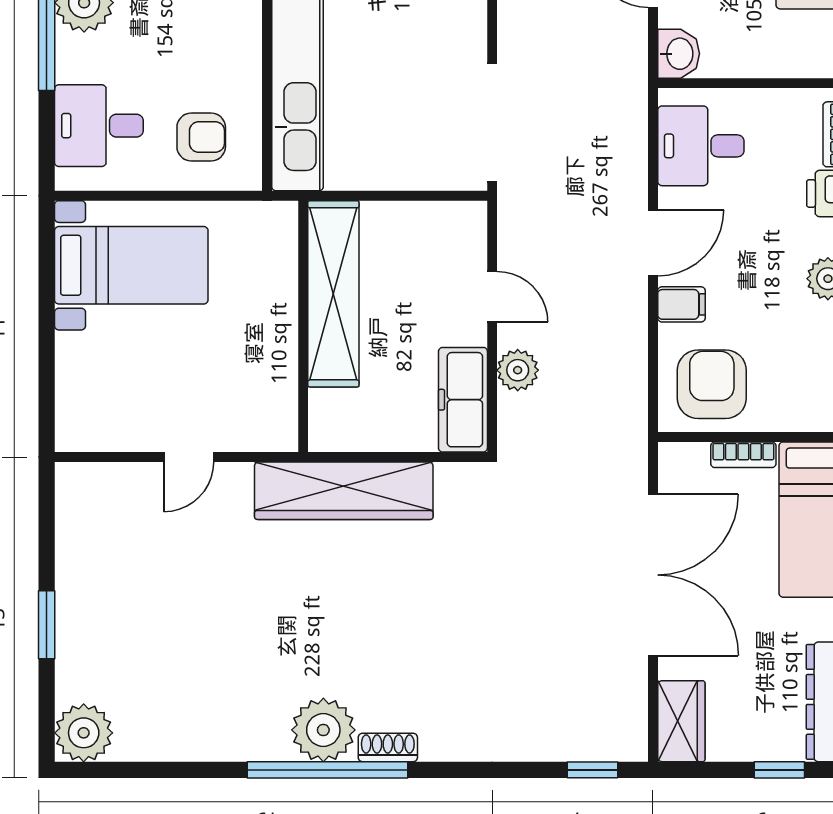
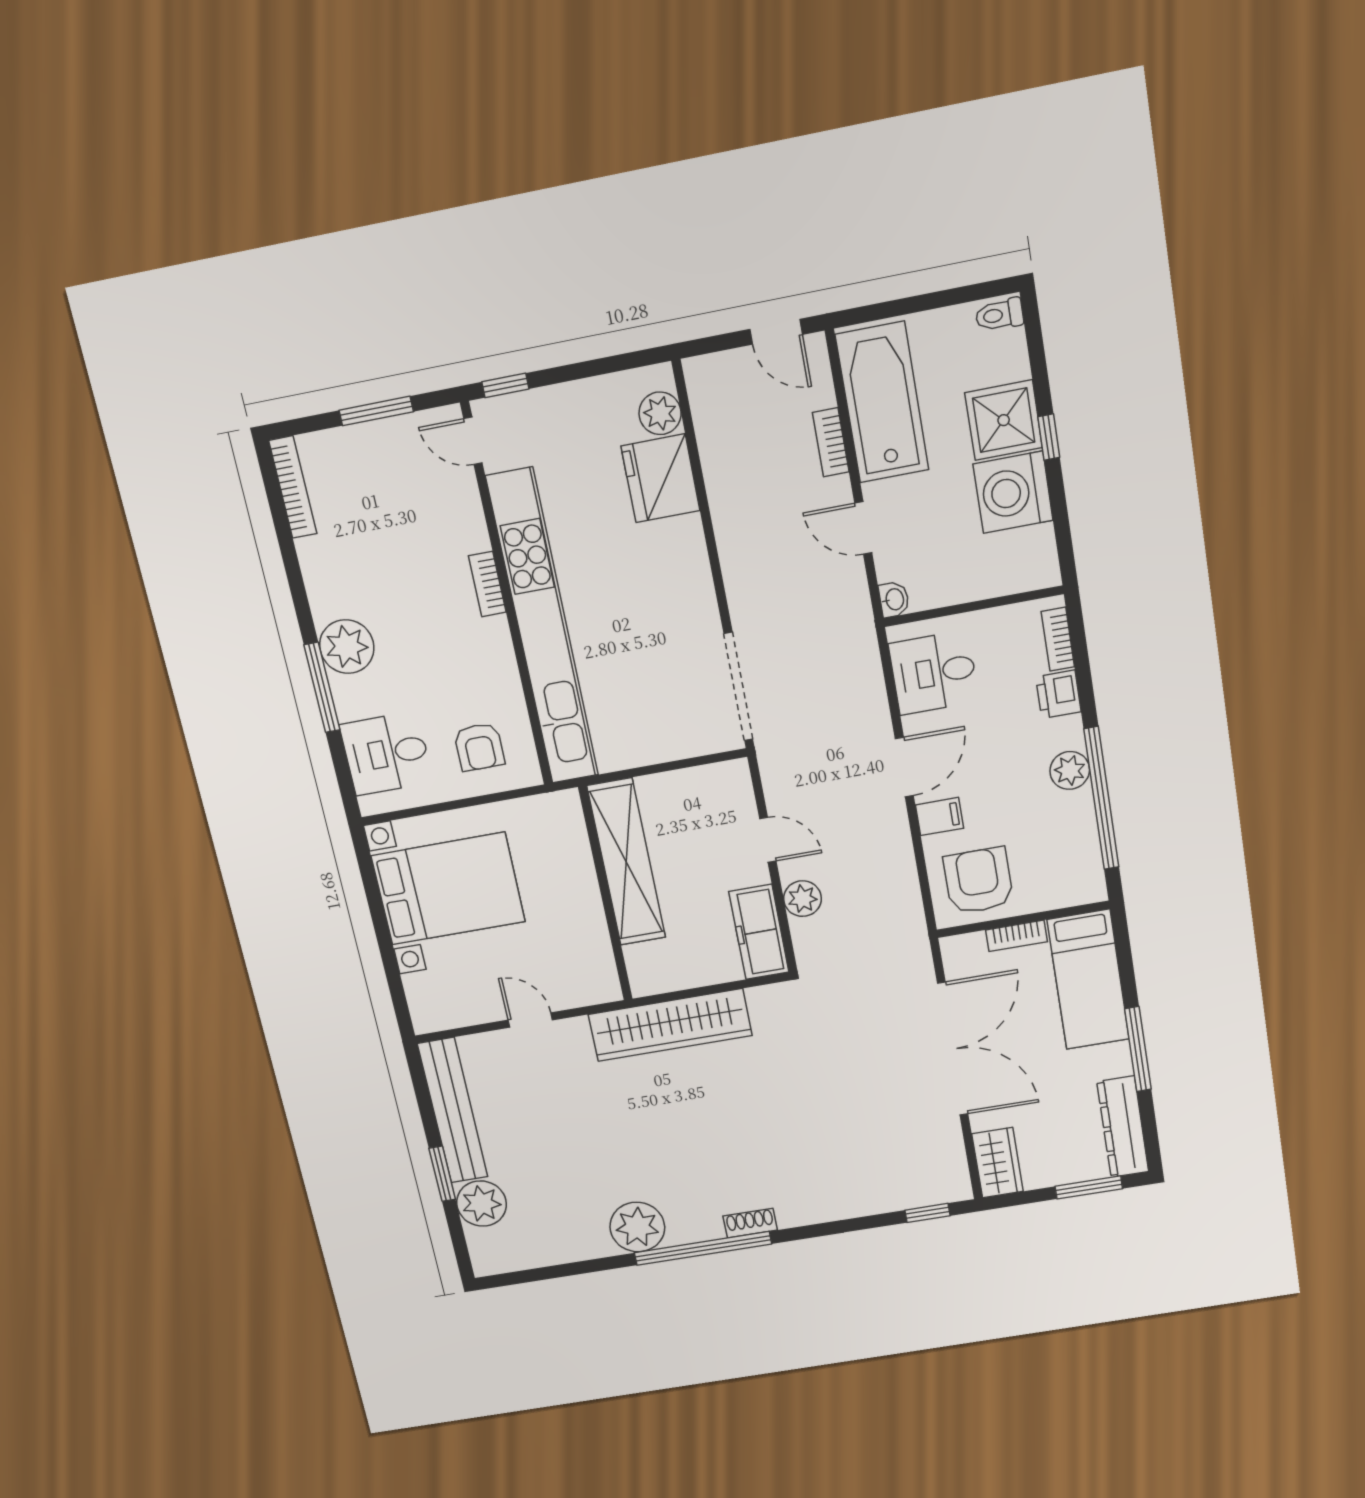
washbasin: (679, 54) -> (894, 599), width x0.72, depth x0.69
armchair: (201, 137) -> (479, 747), turned 90
bed with nightstands: (131, 265) -> (448, 889), width x1.36
door: (189, 457) -> (530, 1020), swing flipped
bench: (77, 550) -> (453, 1111), added
plant: (323, 730) -> (637, 1227), moved
plant: (84, 733) -> (482, 1204), moved
window: (779, 770) -> (1089, 1188), width x1.50

